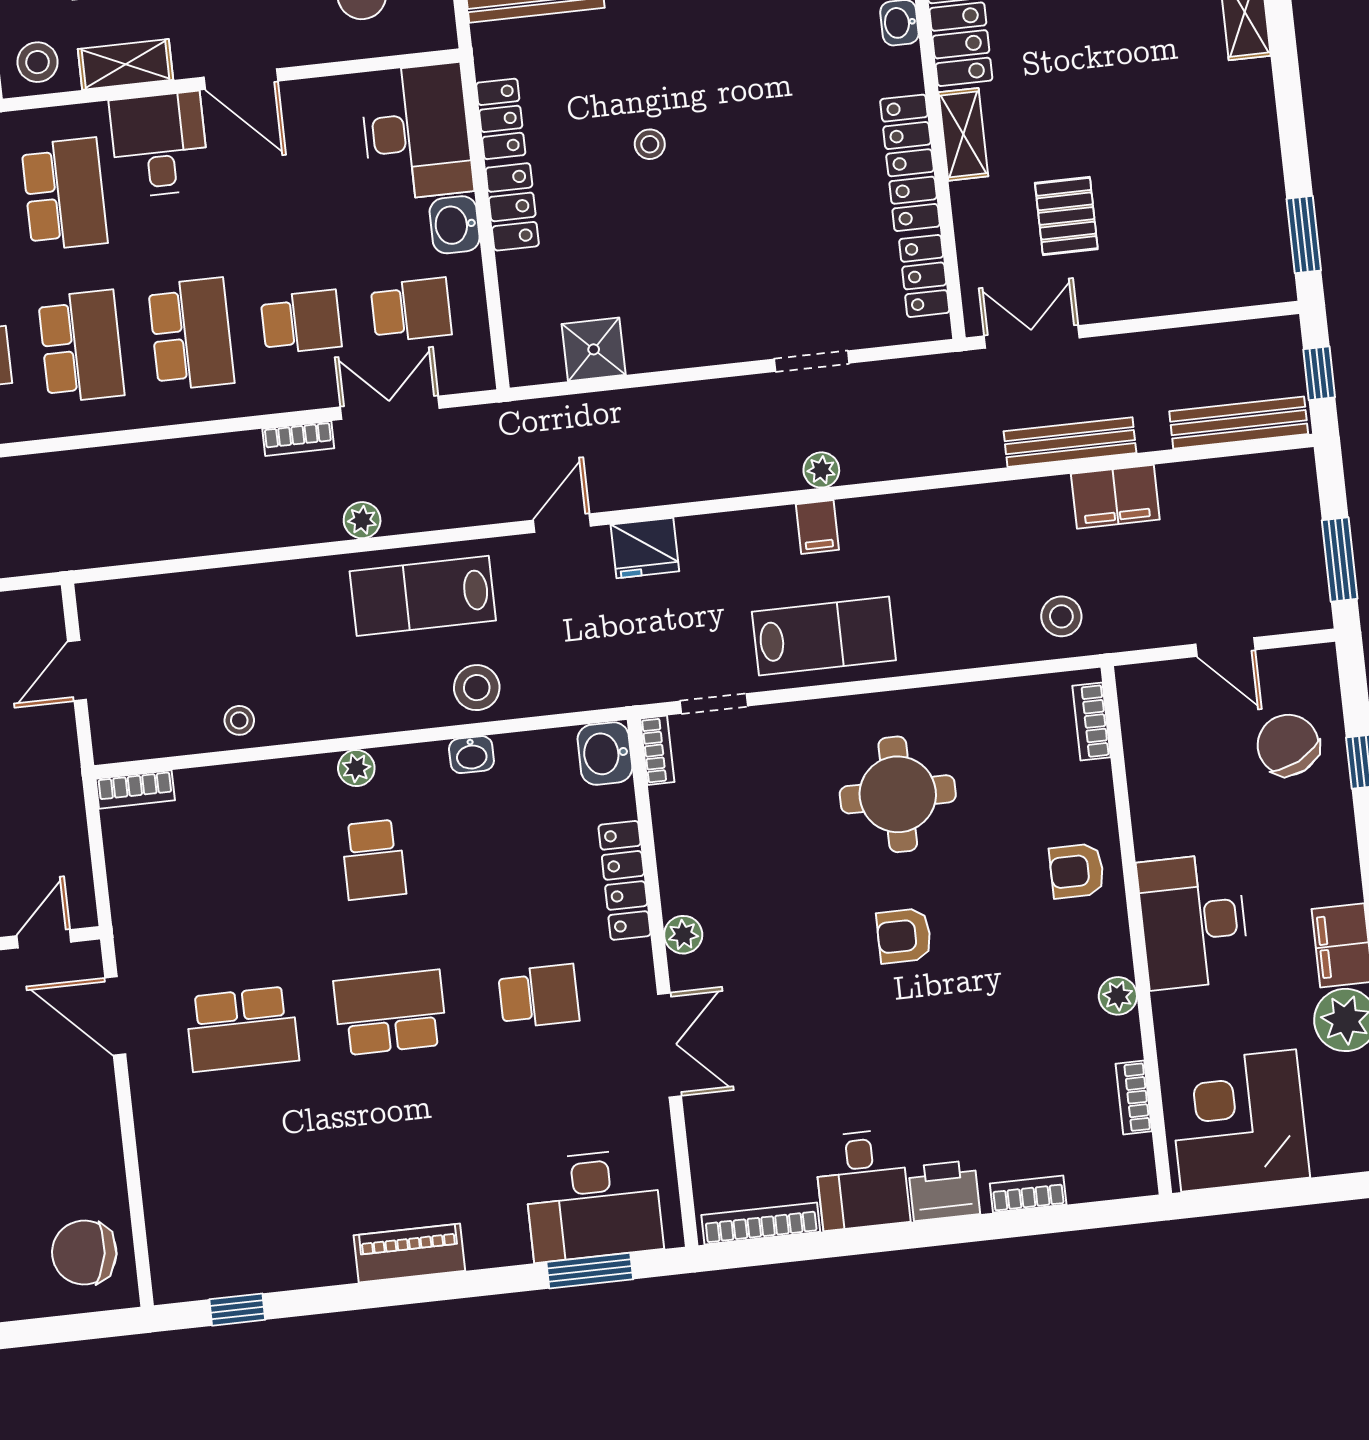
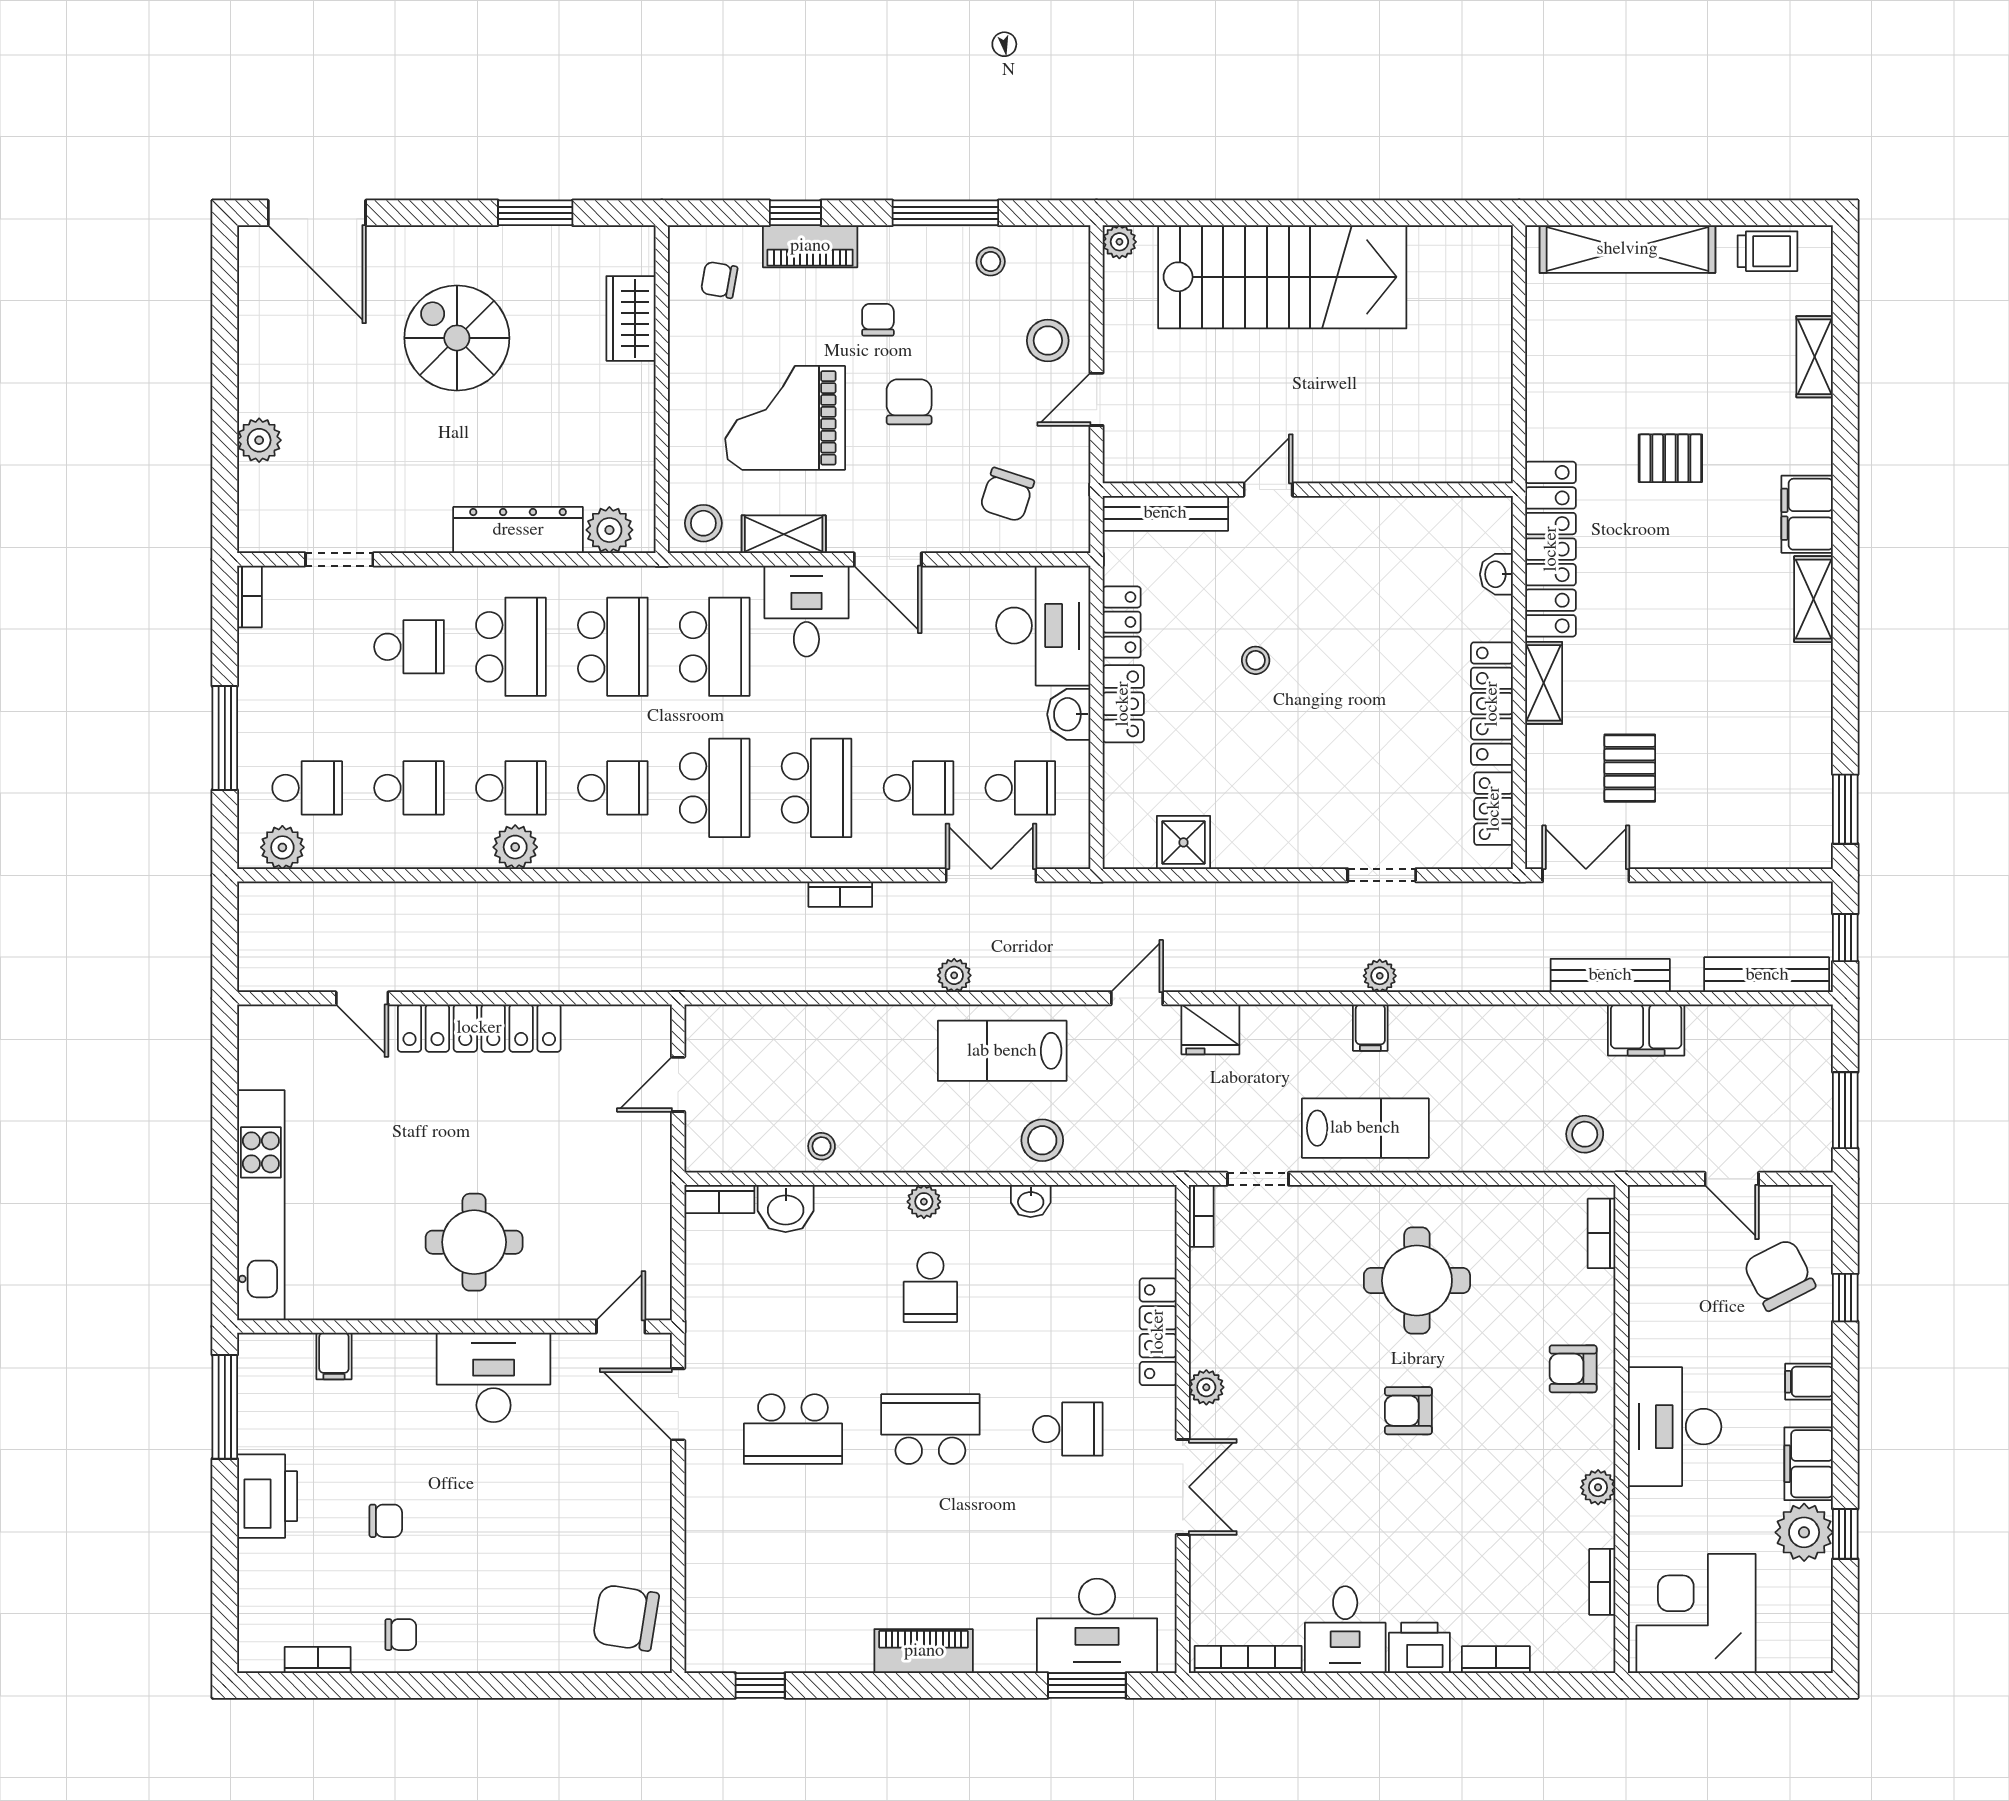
bookcase: (298, 438) -> (840, 894), moved
washbasin: (605, 754) -> (786, 1209), moved, turned -90
filing cabinet: (1333, 857) -> (1809, 1382), added

